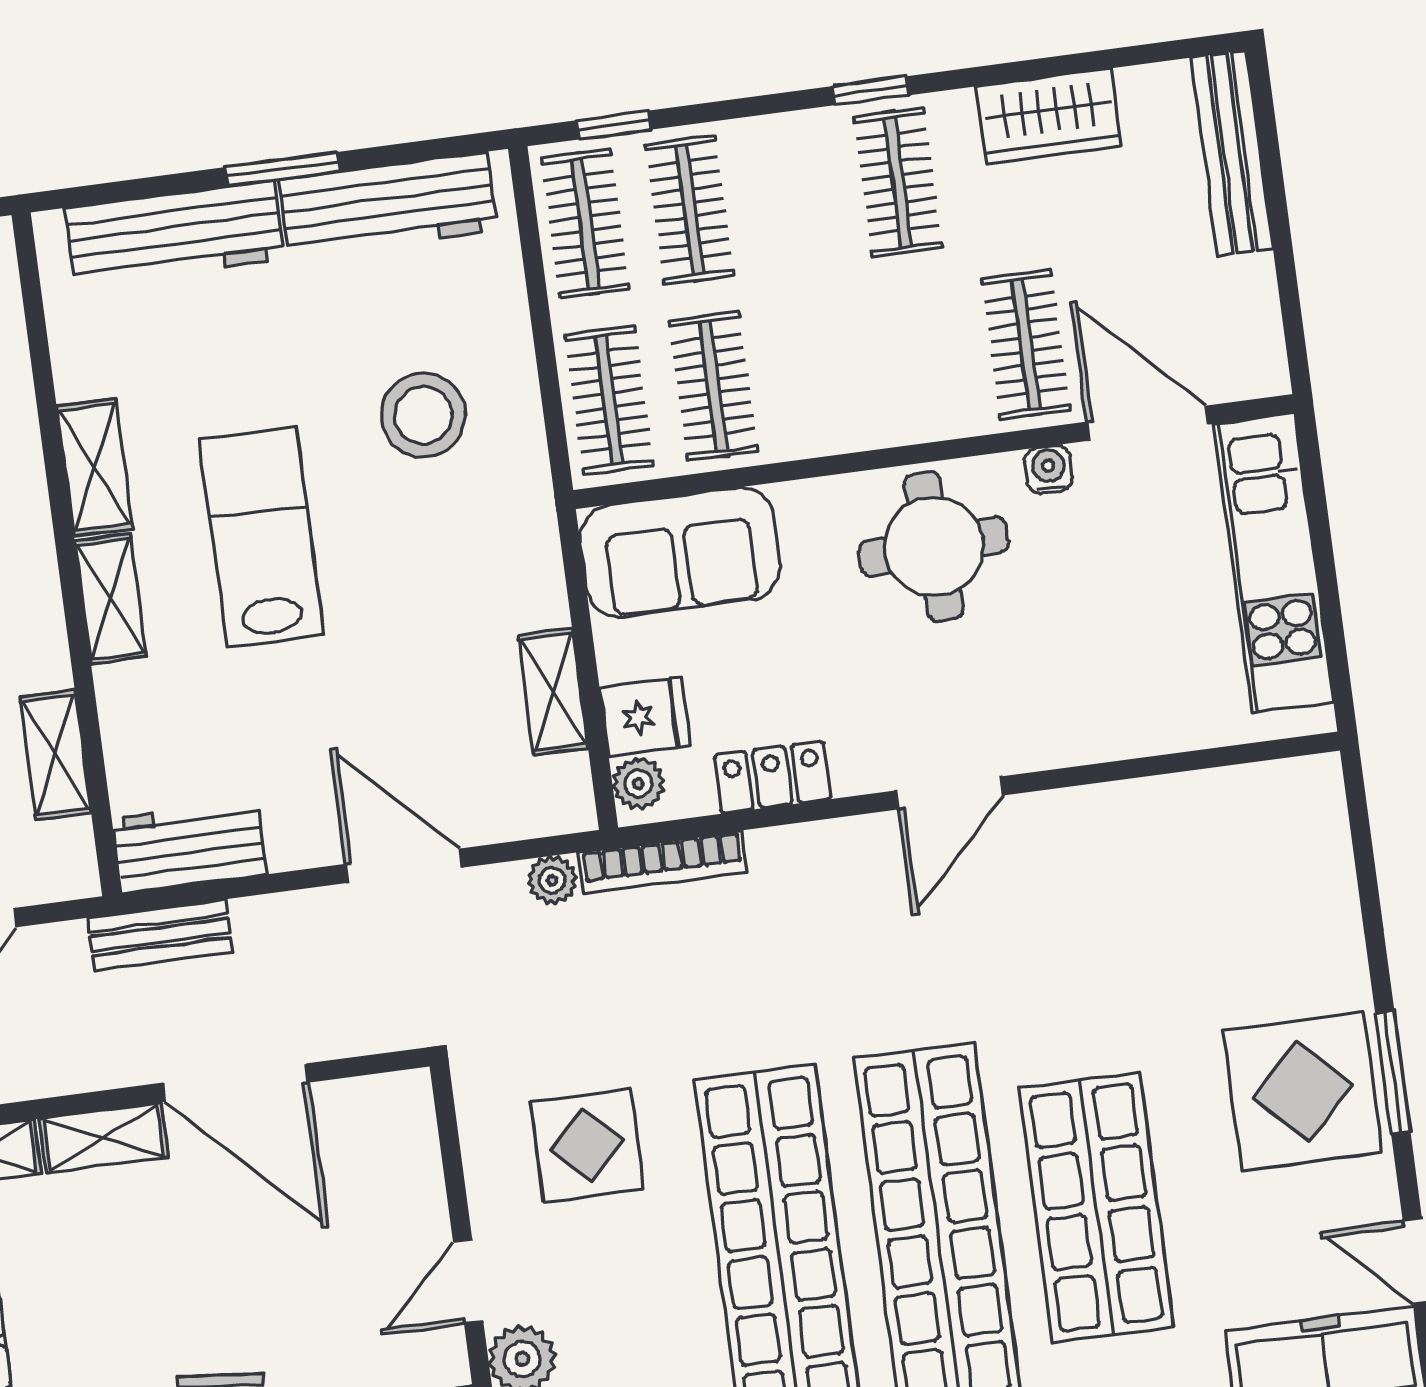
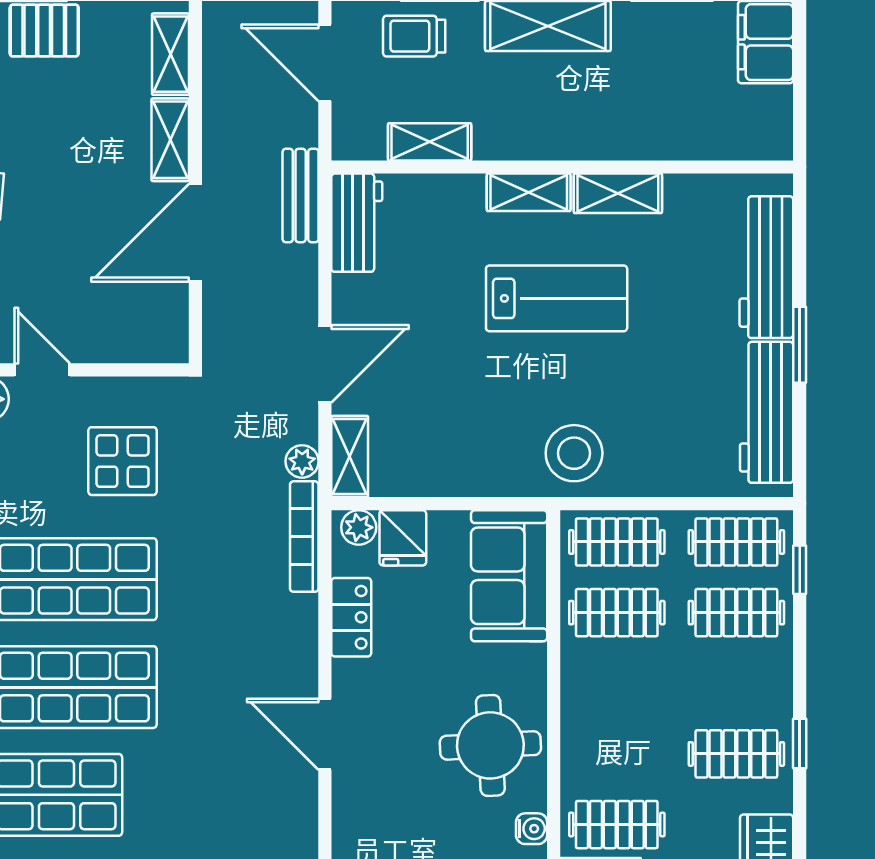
stool: (423, 415) -> (574, 453), moved
shelving: (553, 692) -> (350, 456), moved, turned 90

